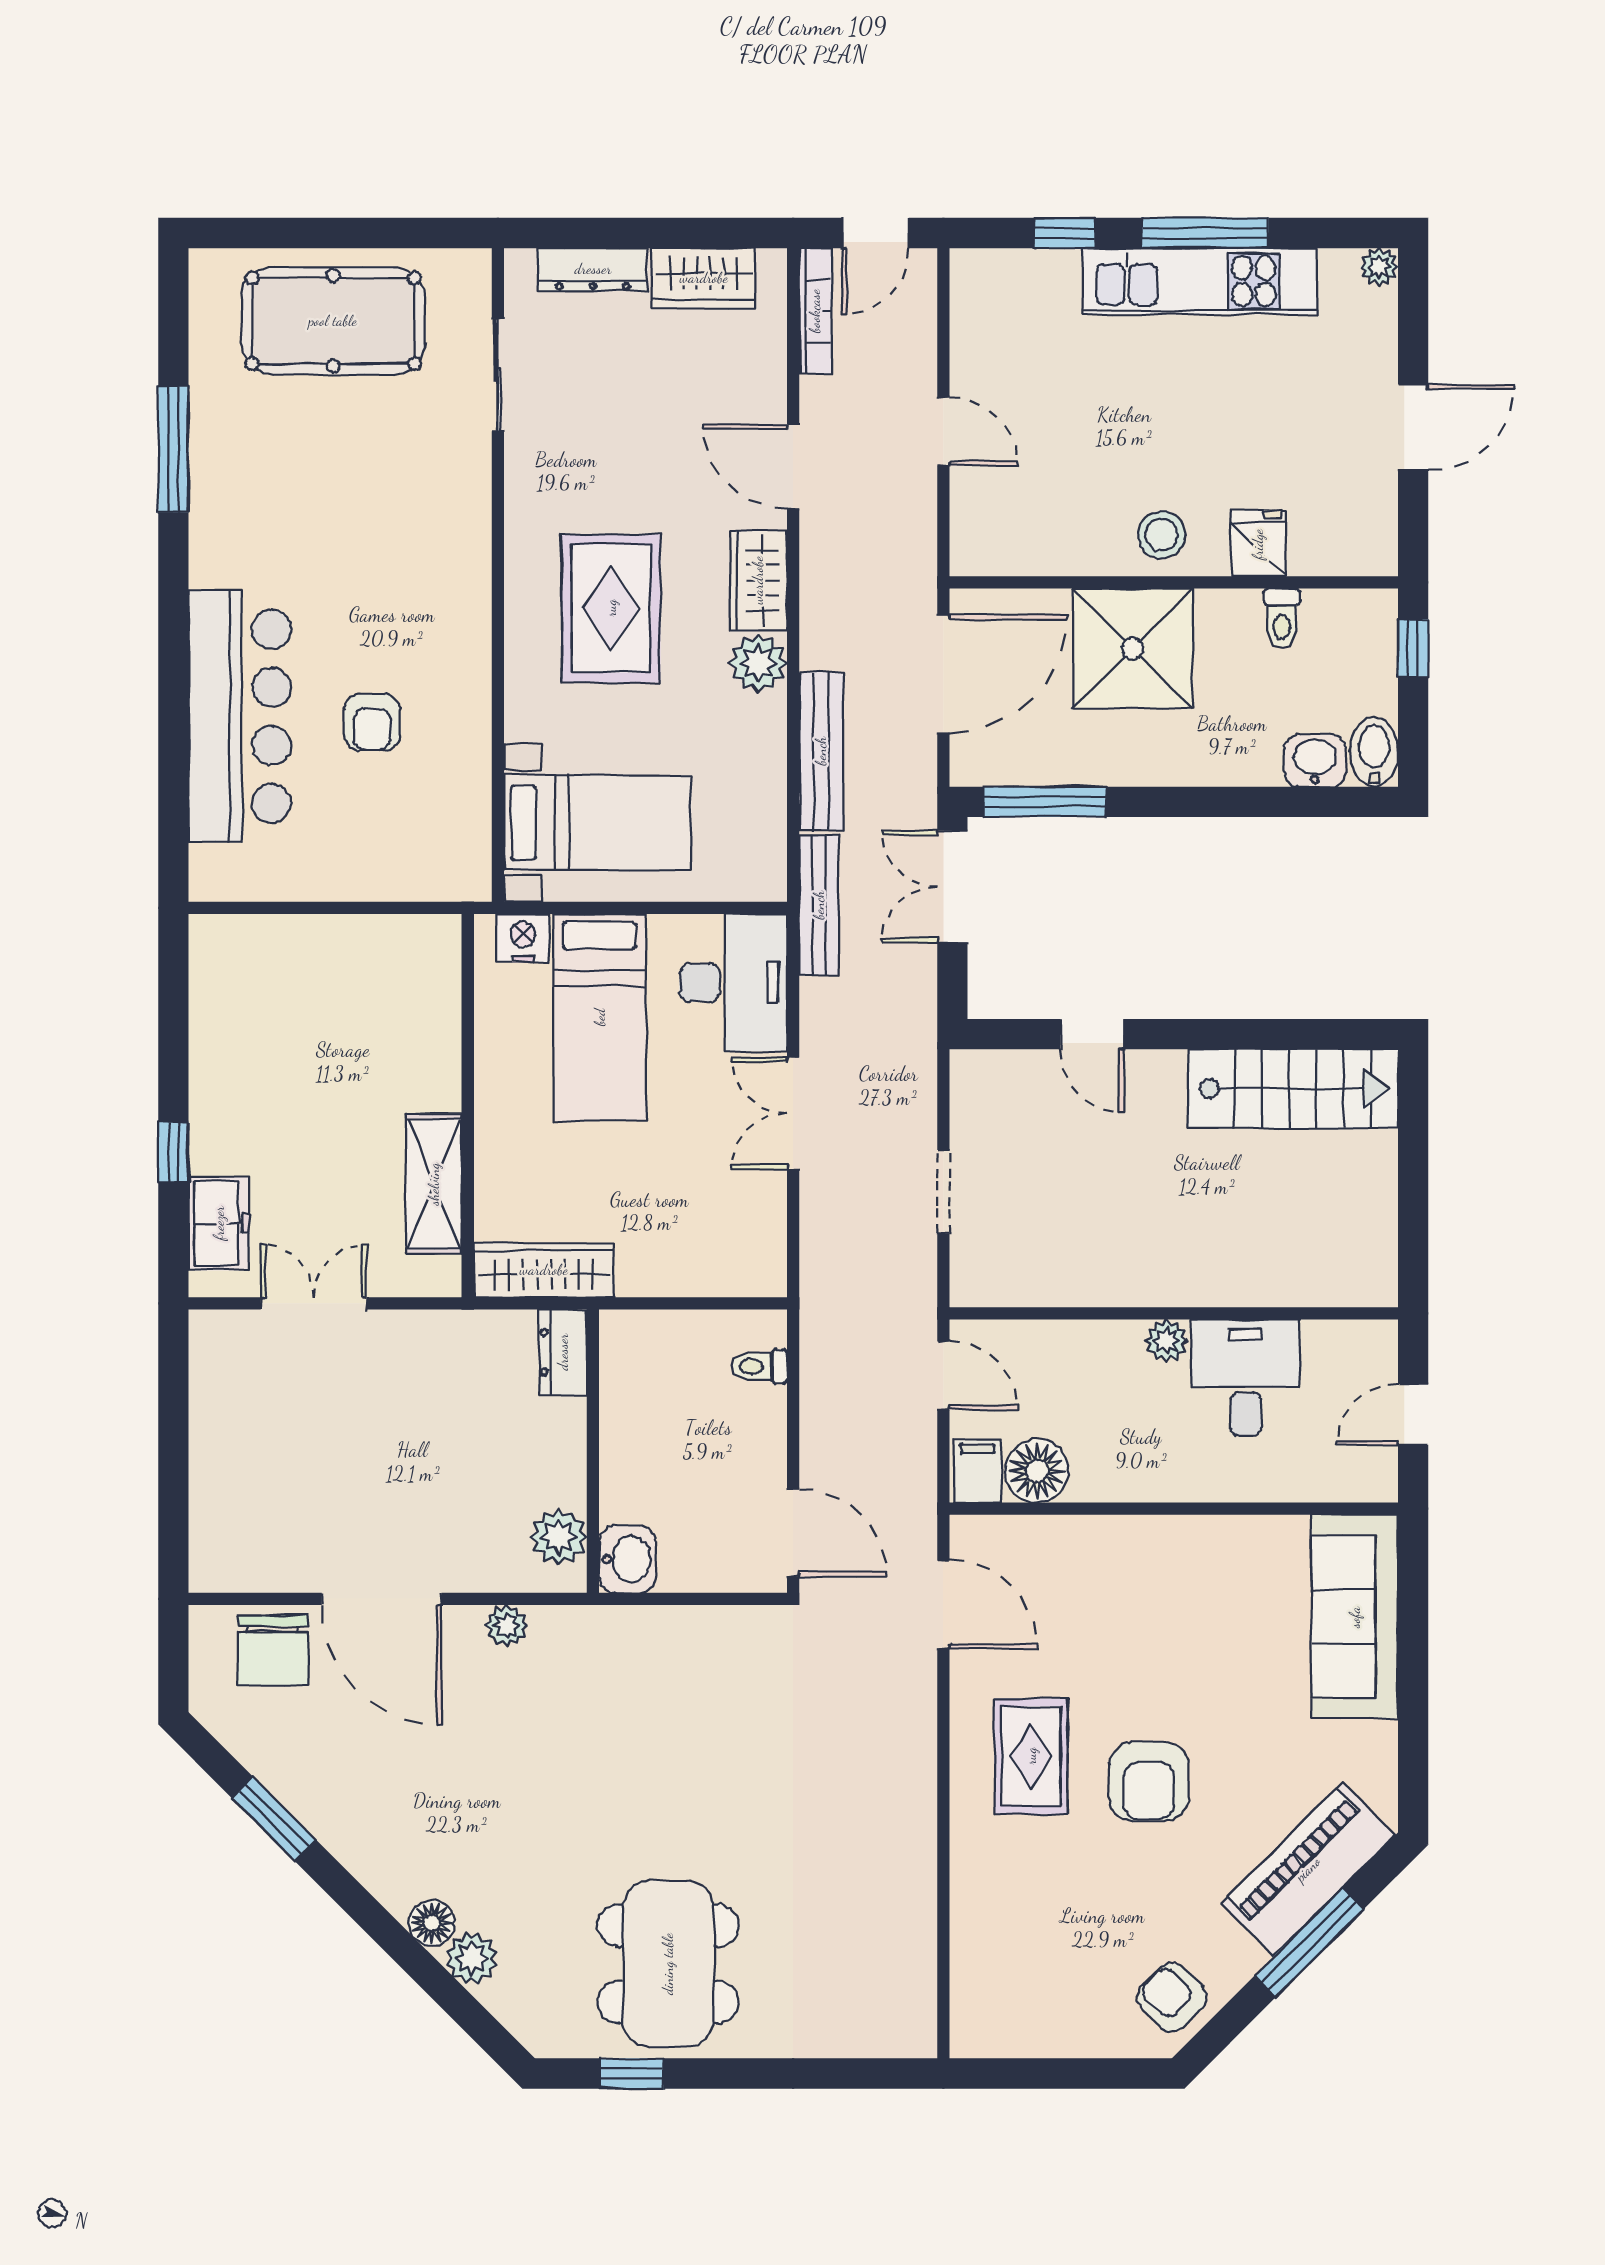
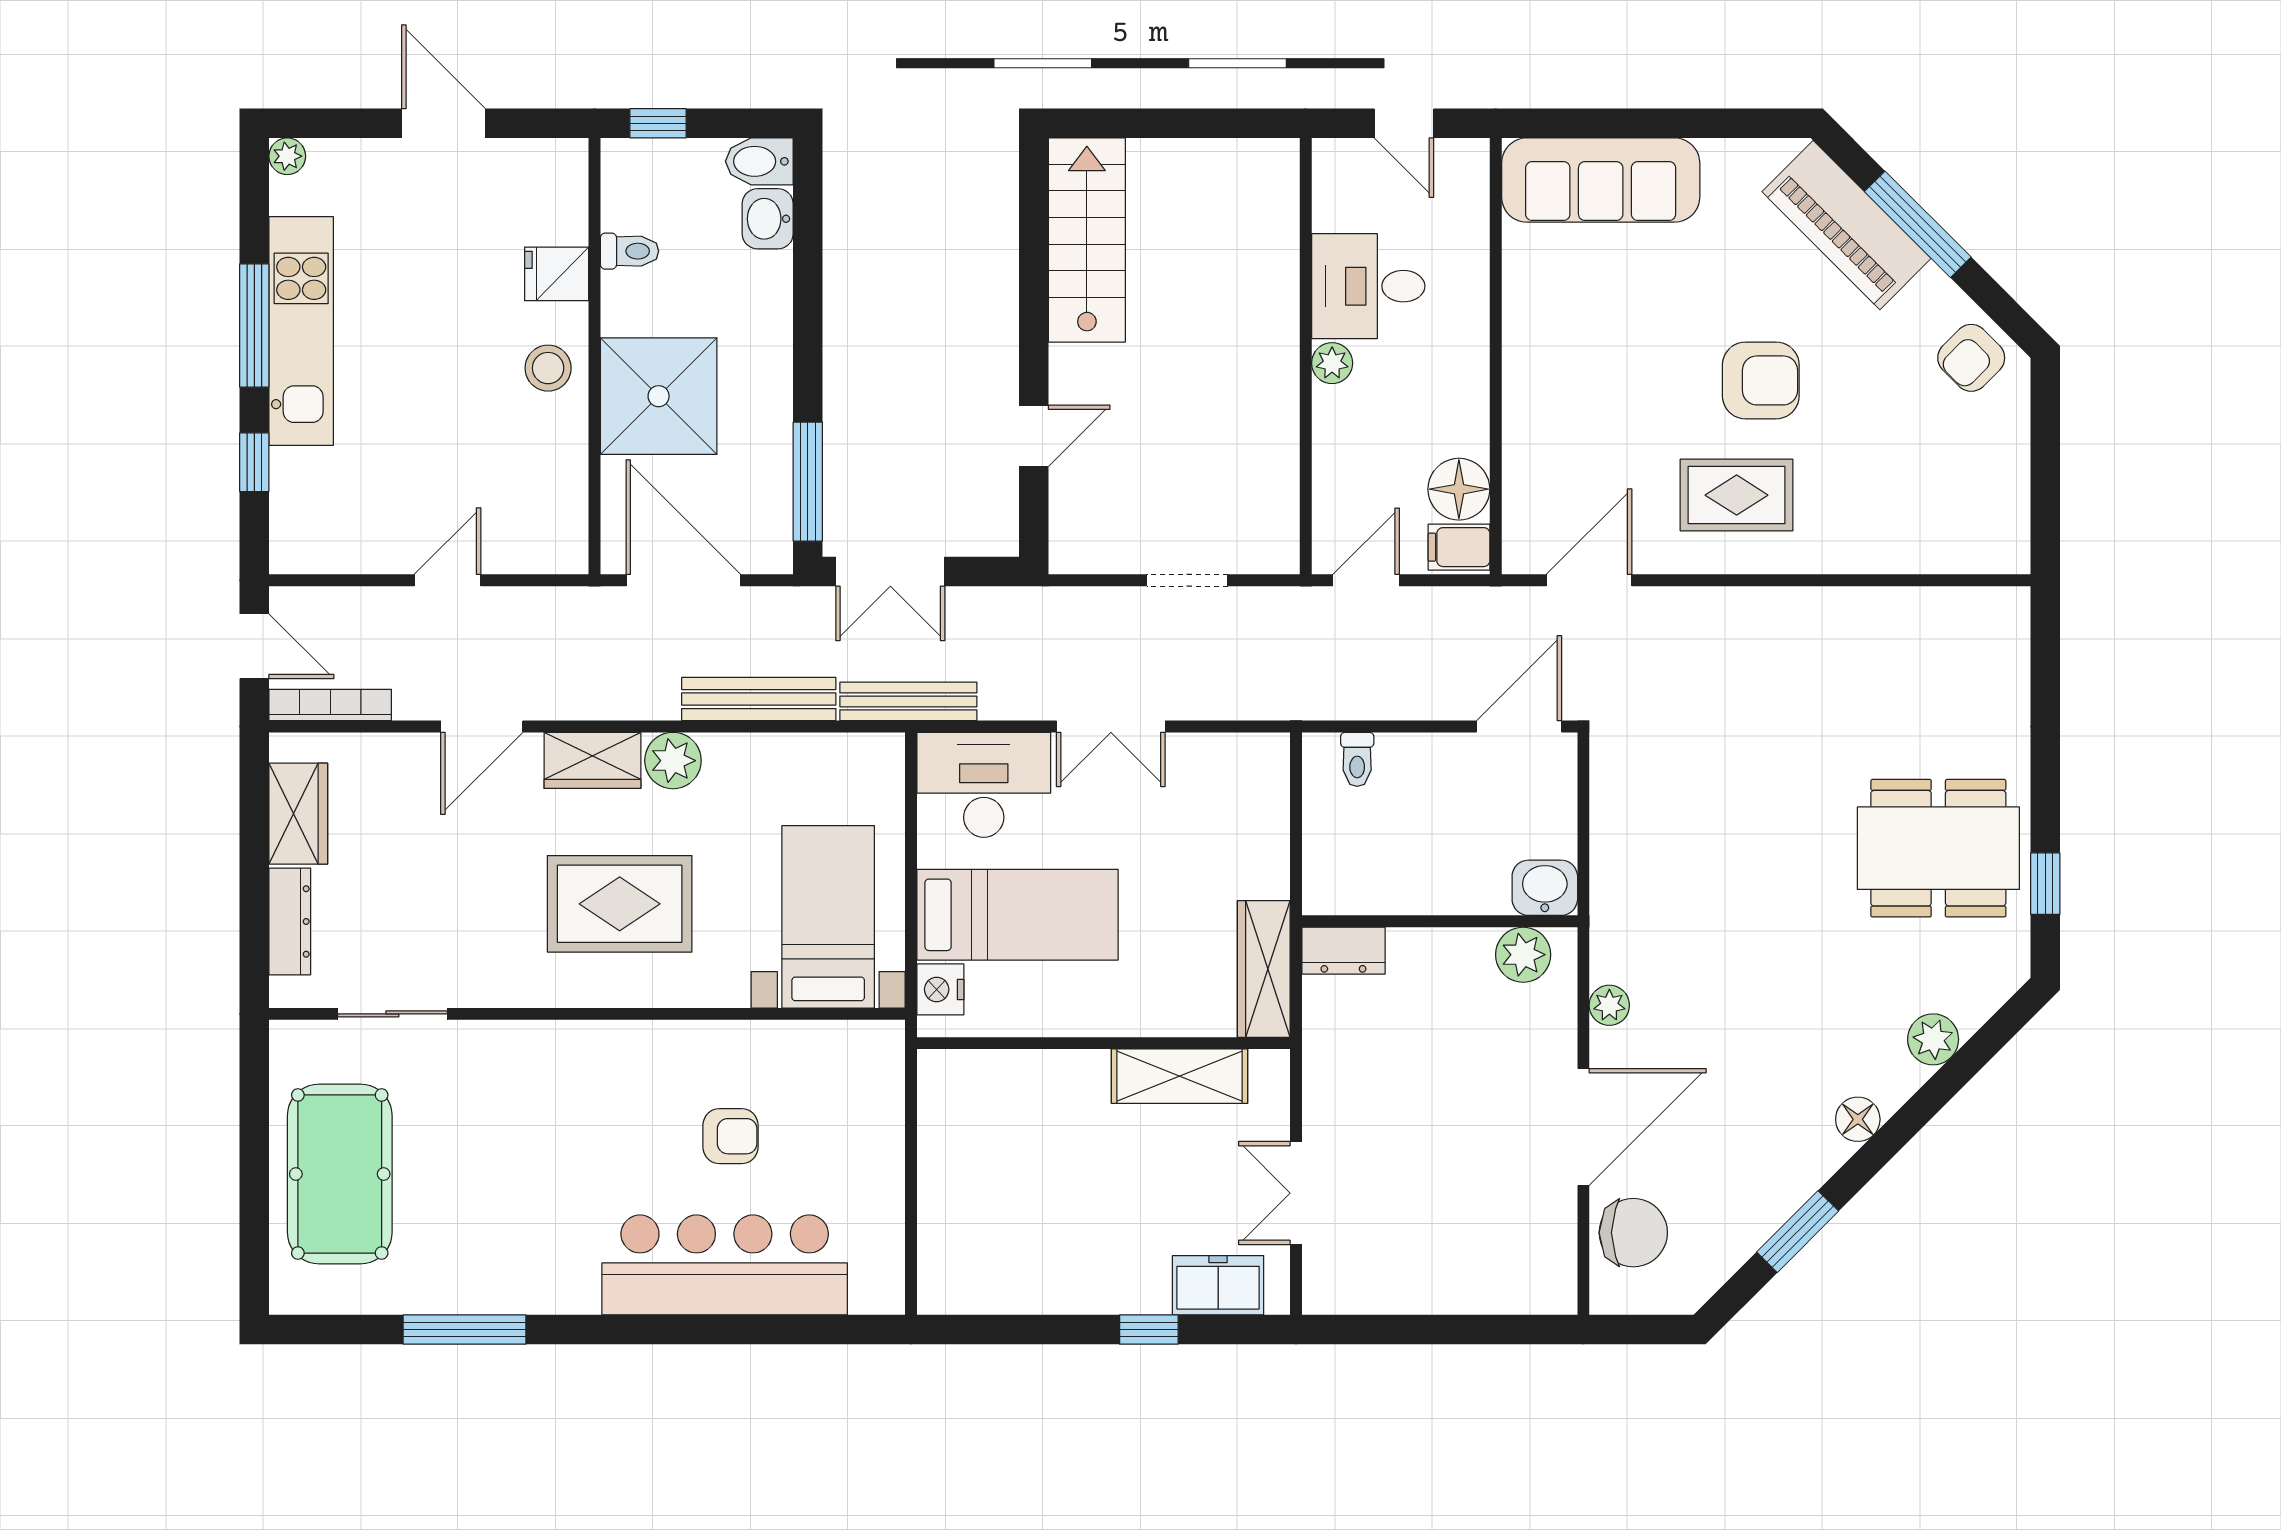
floor lamp: (432, 1923) -> (1858, 1119), moved

